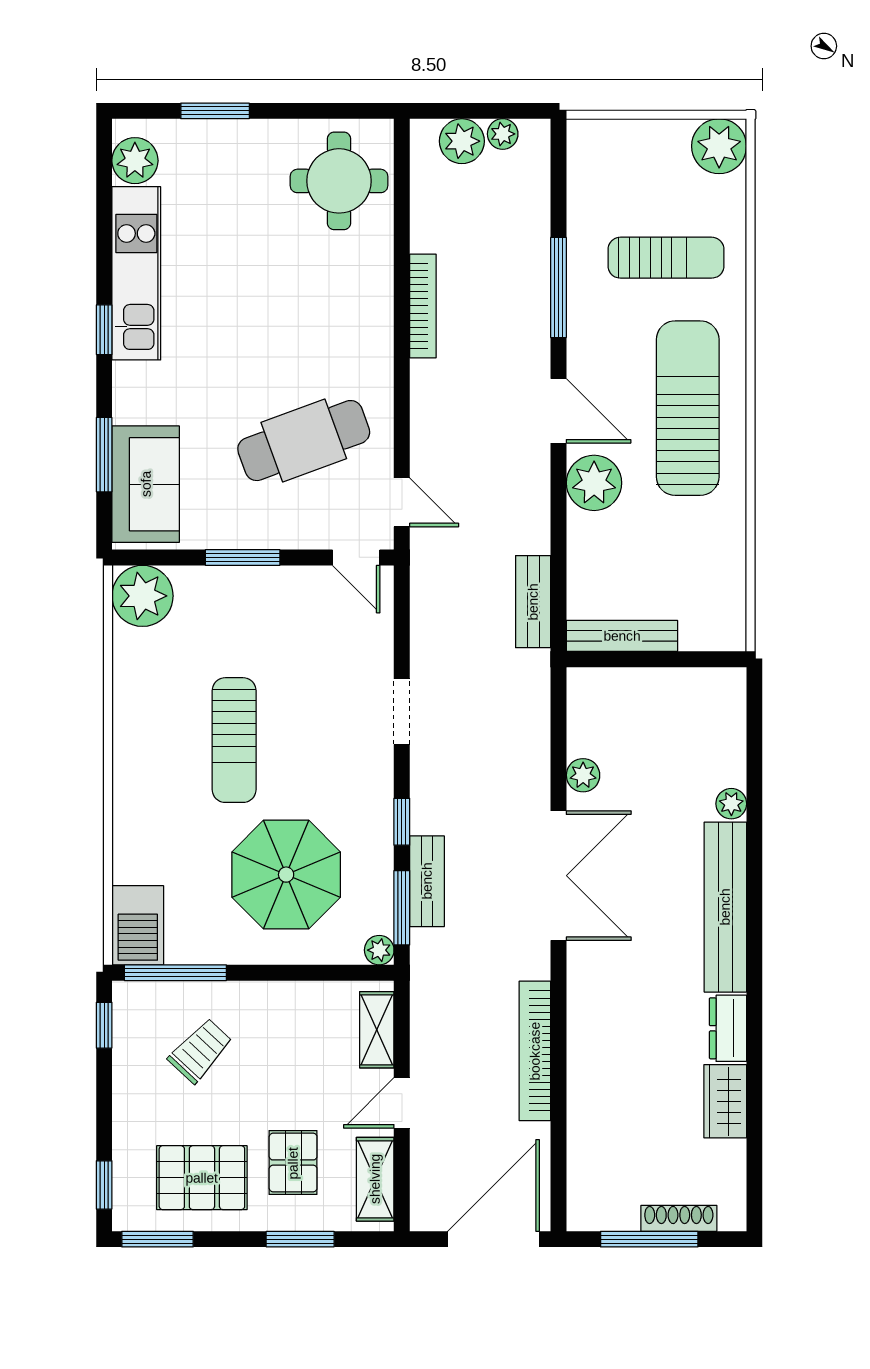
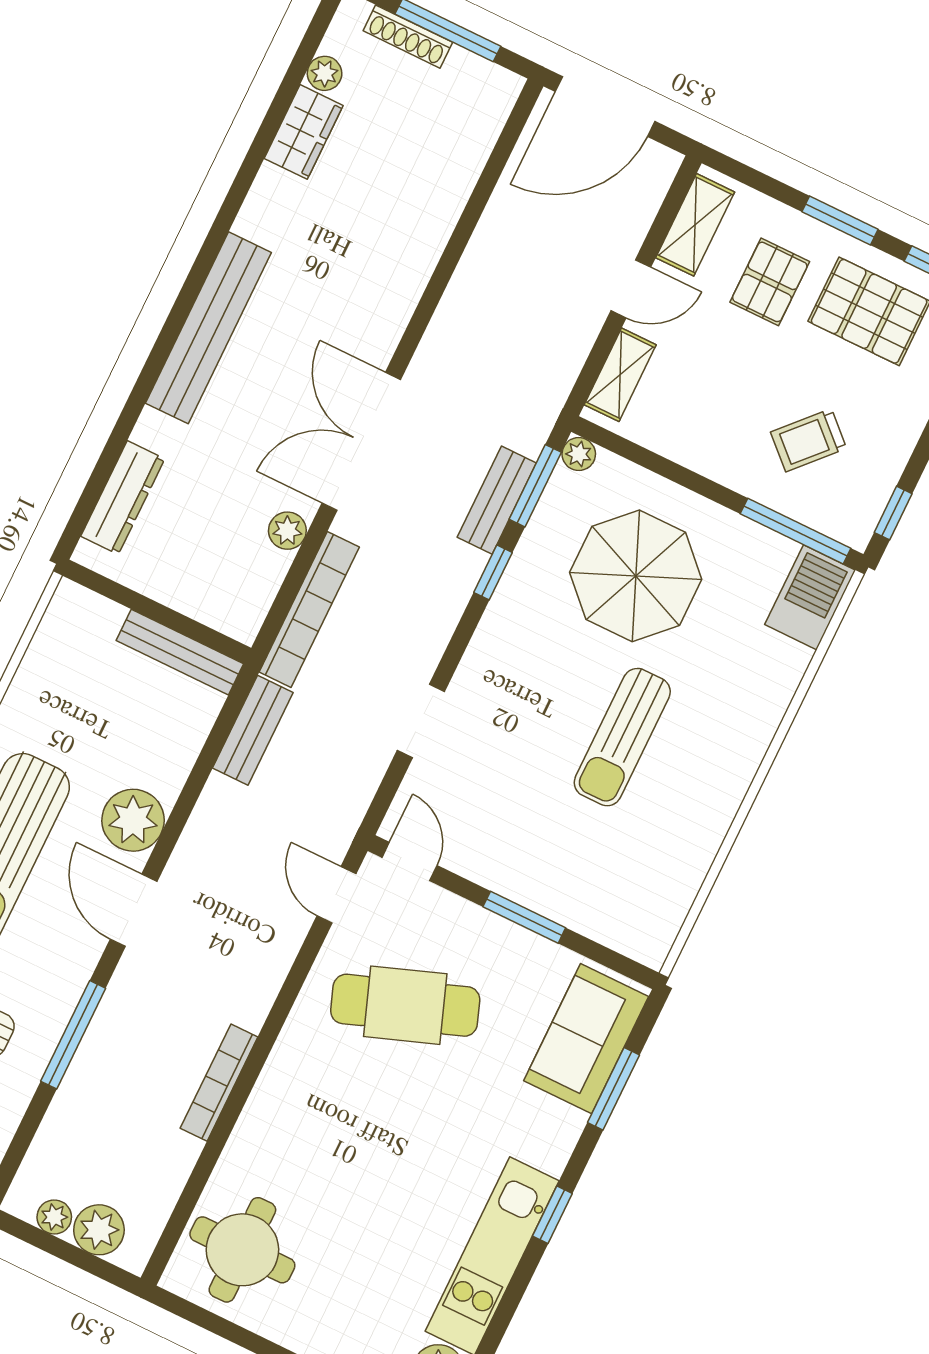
plant: (143, 596) -> (644, 927), removed
doorway: (402, 712) -> (421, 721), moved
sun lounger: (234, 740) -> (622, 737), turned 180
plant: (731, 804) -> (325, 73), moved
dresser: (728, 1028) -> (123, 498), moved, width x1.44
bookcase: (535, 1051) -> (309, 609), moved
window: (300, 1239) -> (840, 221), moved

